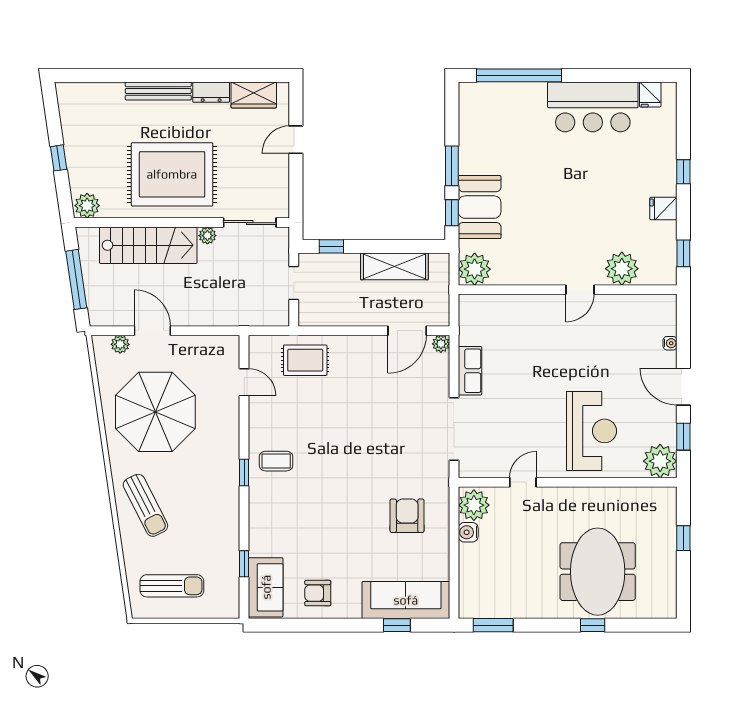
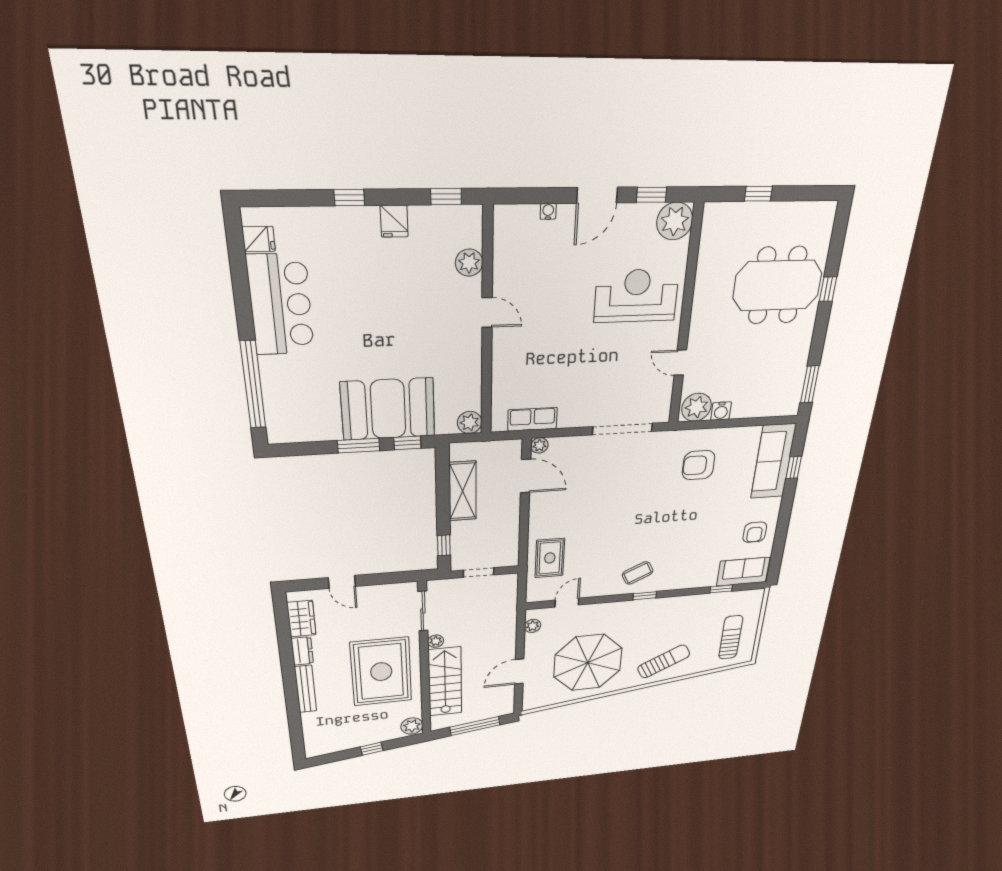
booth: (480, 207) -> (388, 409), width x1.36, depth x1.42
plant: (475, 269) -> (470, 422), width x0.73, depth x0.73
plant: (622, 269) -> (469, 263), width x0.73, depth x0.73
plant: (120, 344) -> (533, 626), moved
row of seats: (470, 371) -> (532, 419), moved
coffee table: (276, 461) -> (638, 573), turned 64

